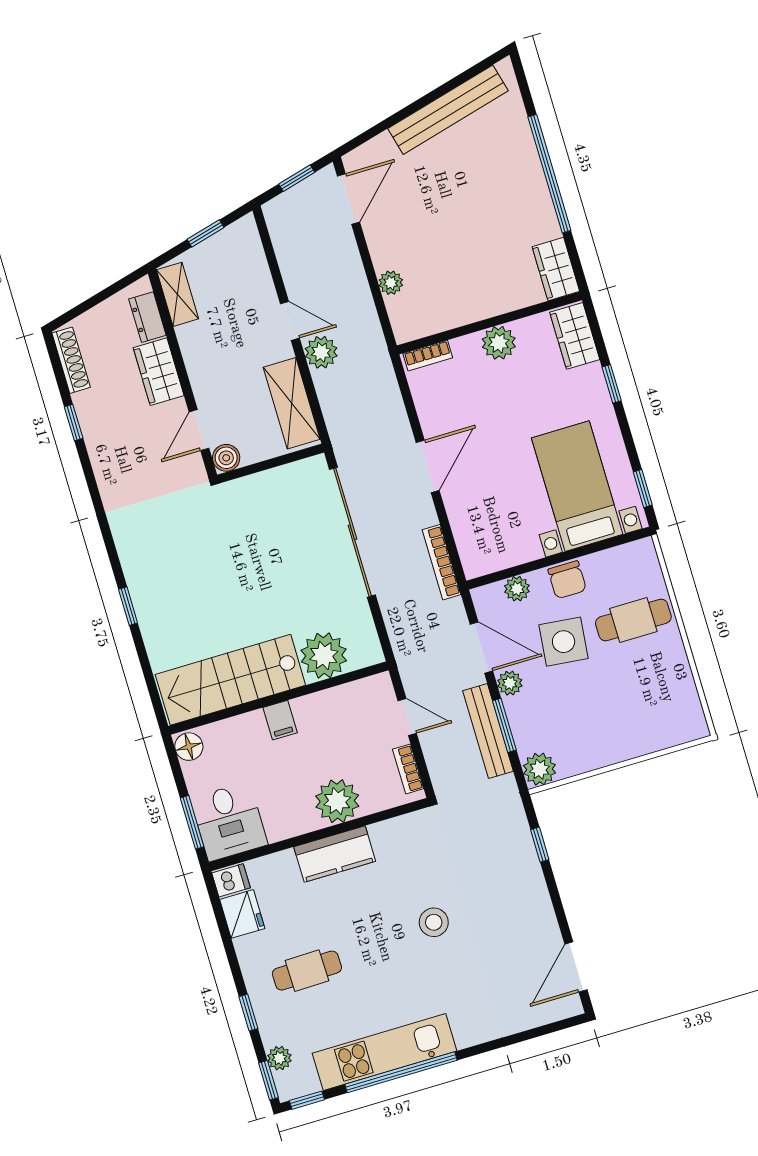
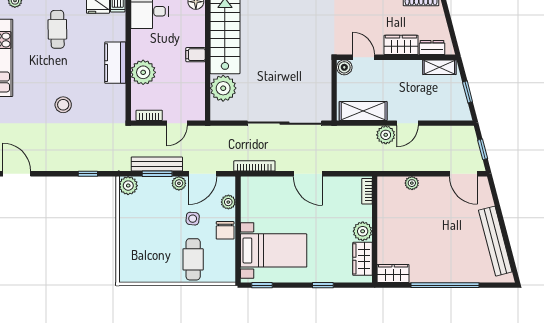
wardrobe: (575, 336) -> (363, 259), moved, turned -90
chair: (567, 580) -> (225, 230), turned -90
side table: (564, 642) -> (193, 219), width x0.54, depth x0.54

